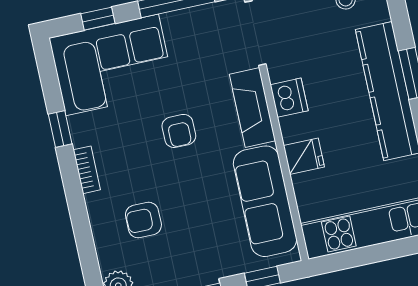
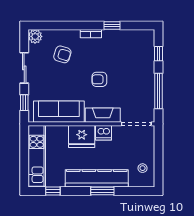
corner sofa: (112, 65) -> (136, 56), removed
fridge: (304, 156) -> (82, 136), width x1.88, depth x1.34
armchair: (143, 220) -> (62, 54), turned 107

